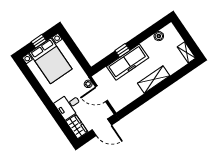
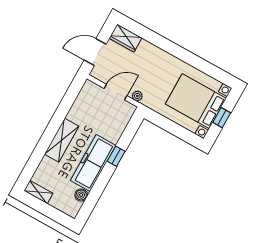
freezer: (128, 62) -> (93, 163), moved
desk: (69, 106) -> (148, 58), removed

